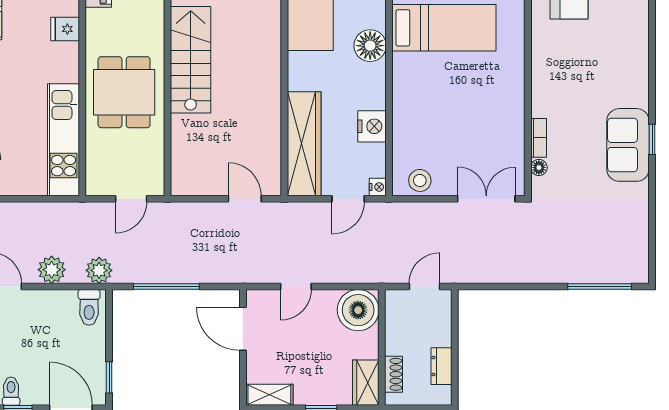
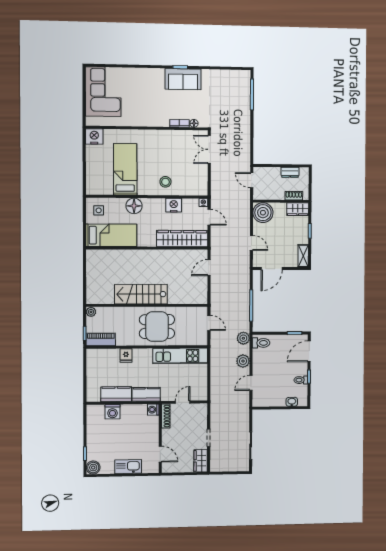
stool: (420, 180) -> (165, 182), moved

